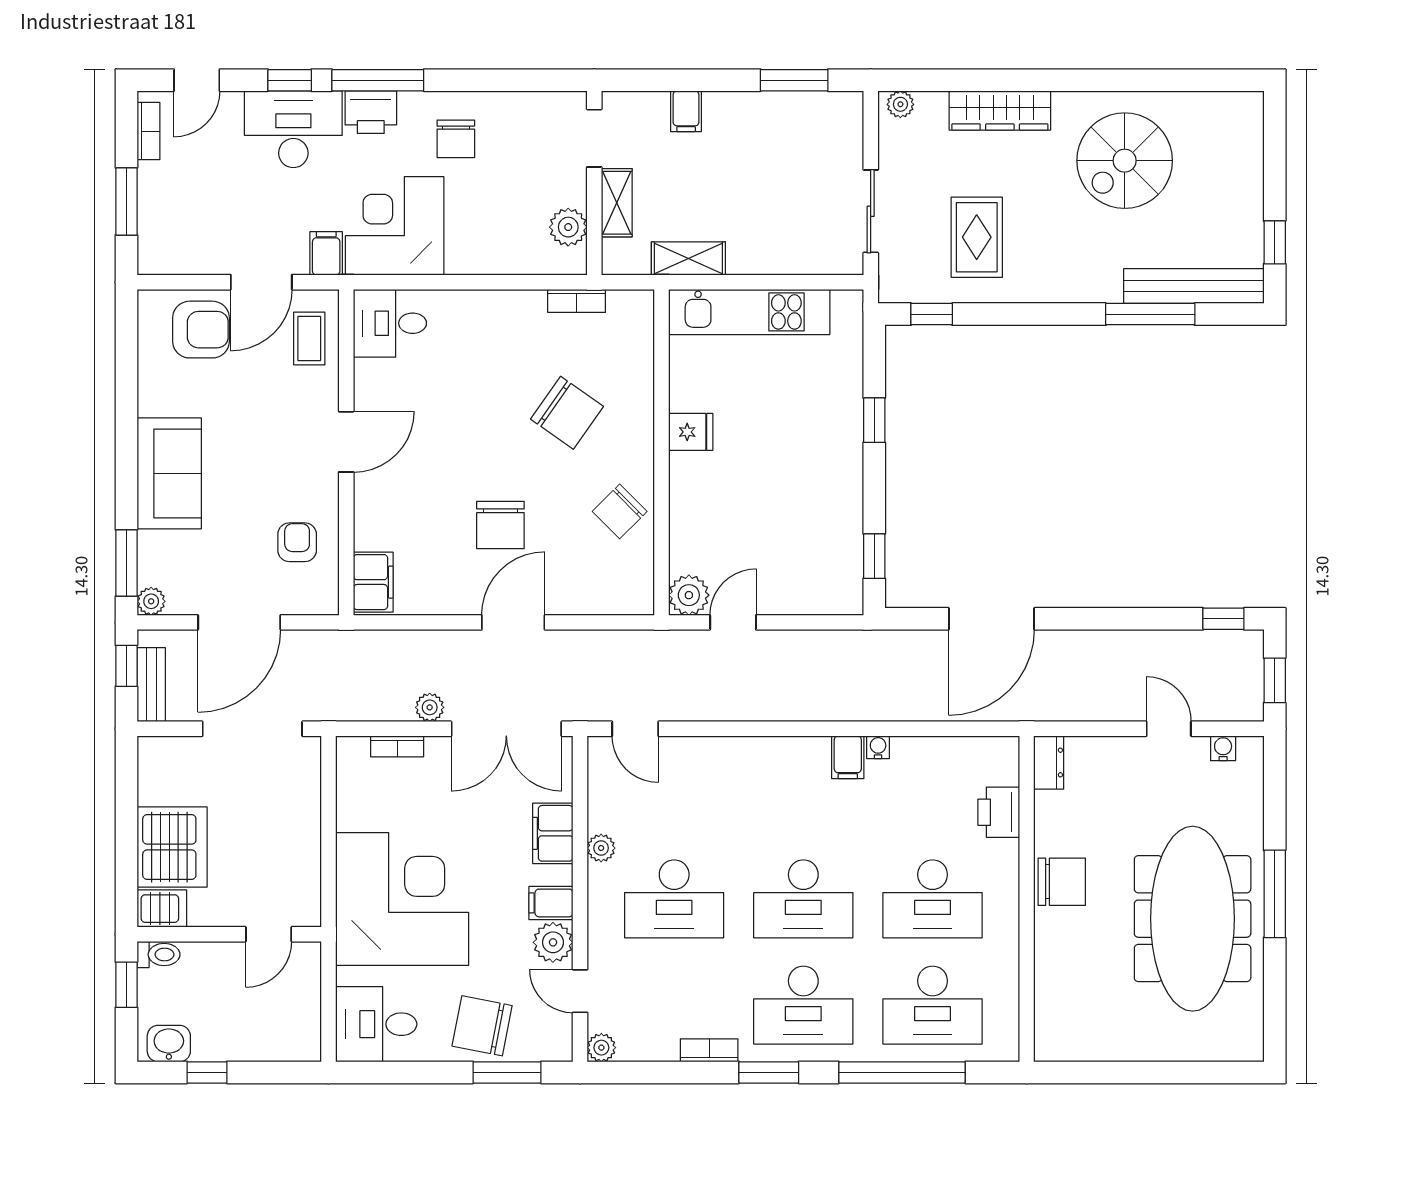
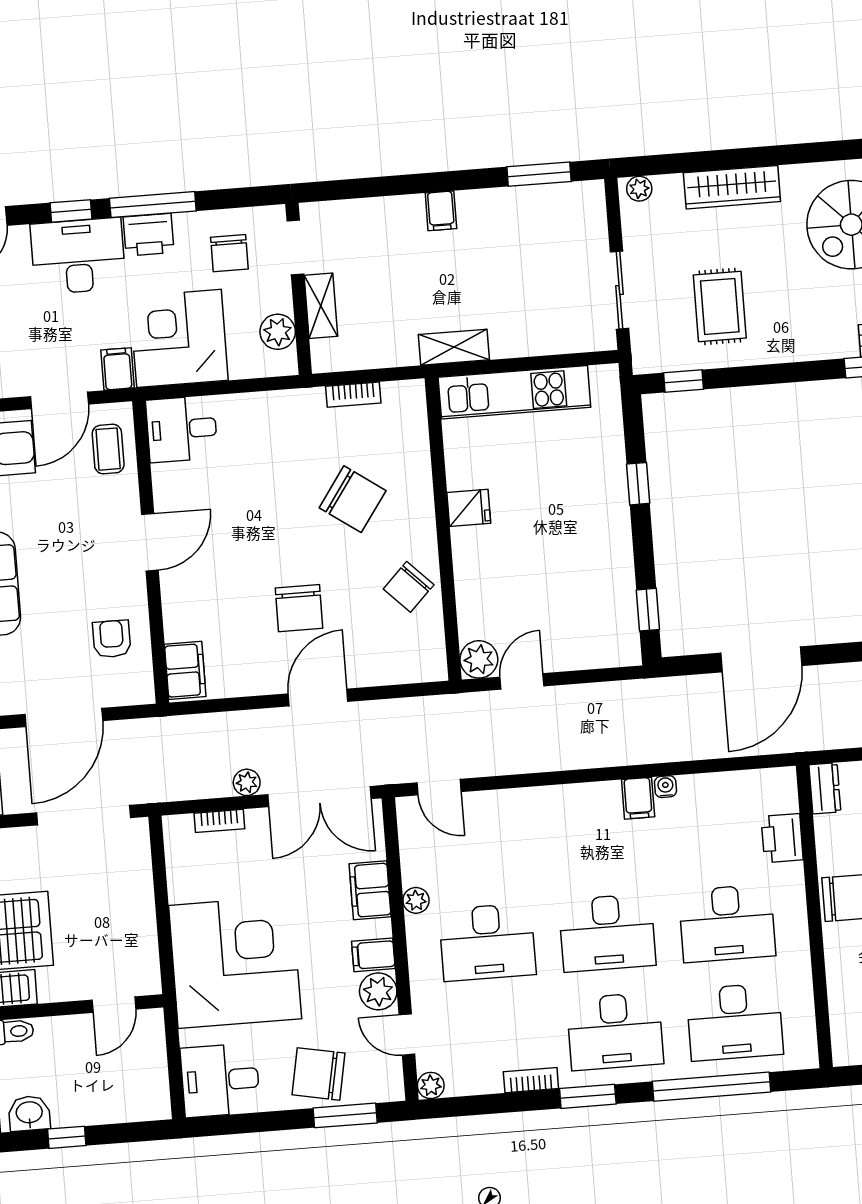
doorway: (594, 138) -> (295, 247), moved
wall: (594, 183) -> (299, 289), moved
shelving: (617, 203) -> (321, 306), moved
plant: (568, 227) -> (278, 332), moved

